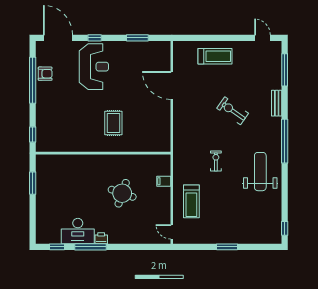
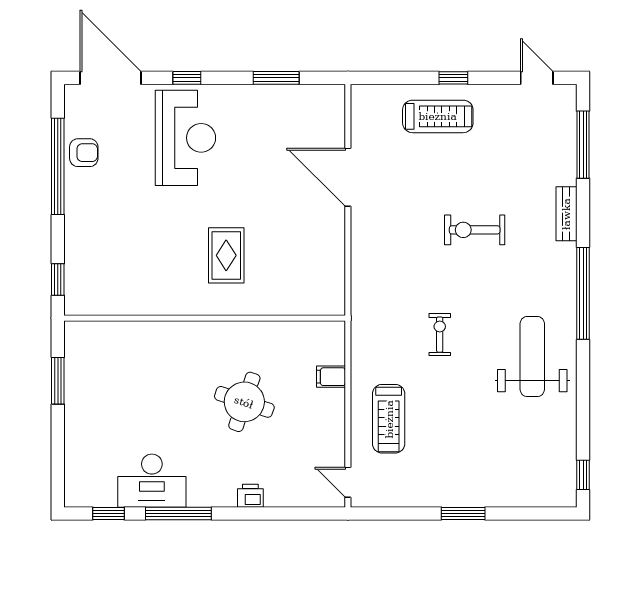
window: (222, 38) -> (453, 78), added
exercise bike: (233, 111) -> (475, 230), turned -35
printer: (101, 238) -> (250, 496), moved

